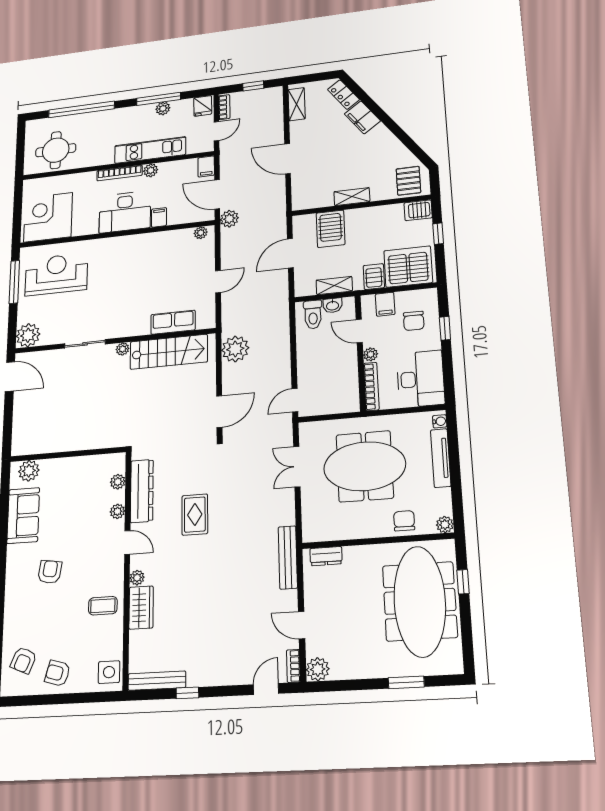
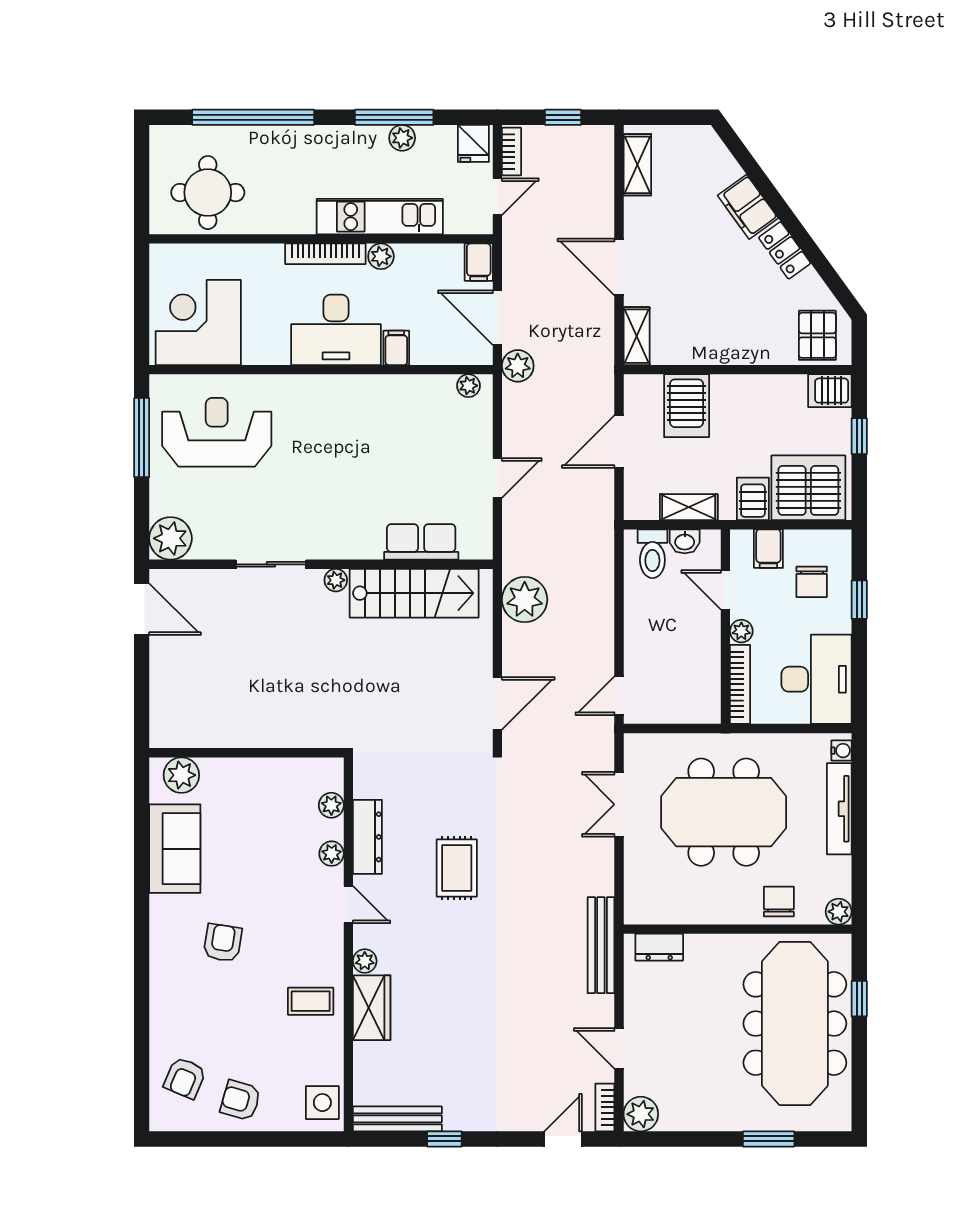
locker: (343, 95) -> (785, 250), moved
shelving: (352, 197) -> (637, 336), moved, turned 90
dresser: (142, 491) -> (367, 837), width x0.73, depth x0.80

